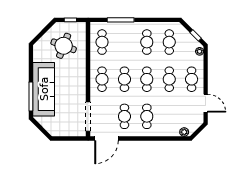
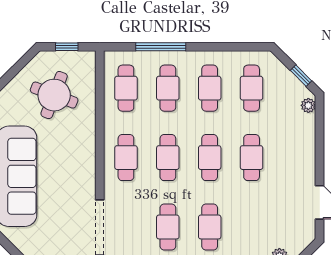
cafe table: (192, 79) -> (168, 88), moved

